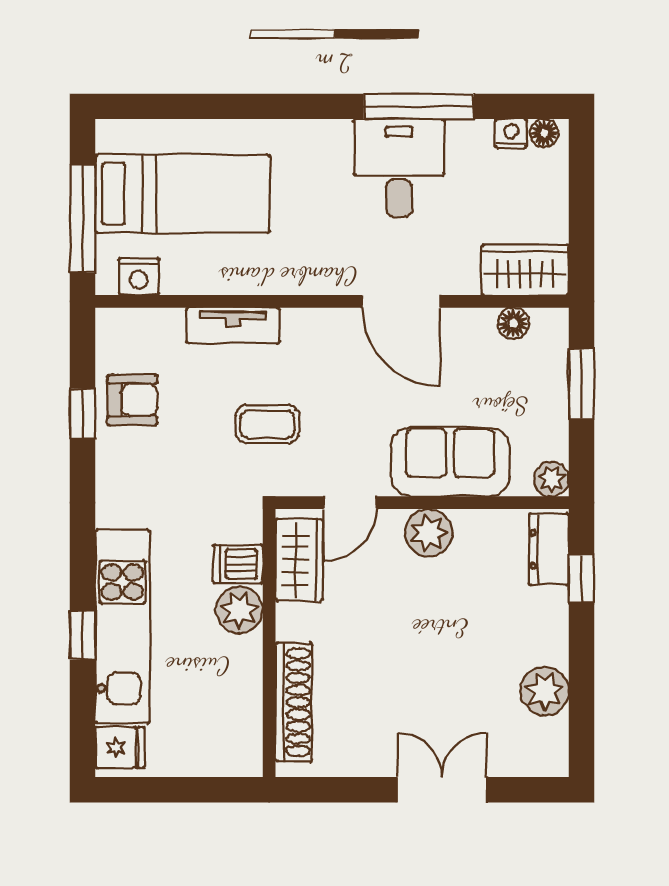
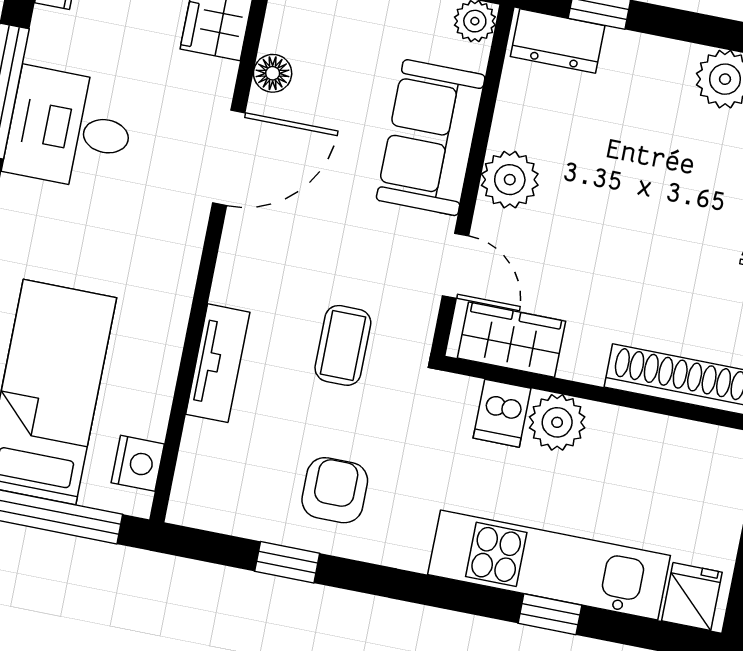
floor lamp: (513, 323) -> (273, 73), moved
armchair: (132, 400) -> (335, 490), moved

